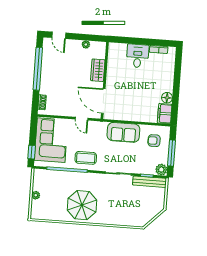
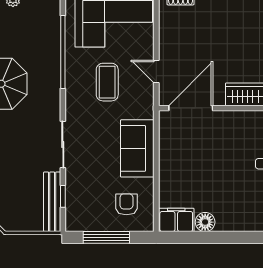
door: (82, 119) -> (156, 72), hinge flipped
coffee table: (86, 158) -> (107, 82), moved
plant: (161, 170) -> (76, 221), removed

